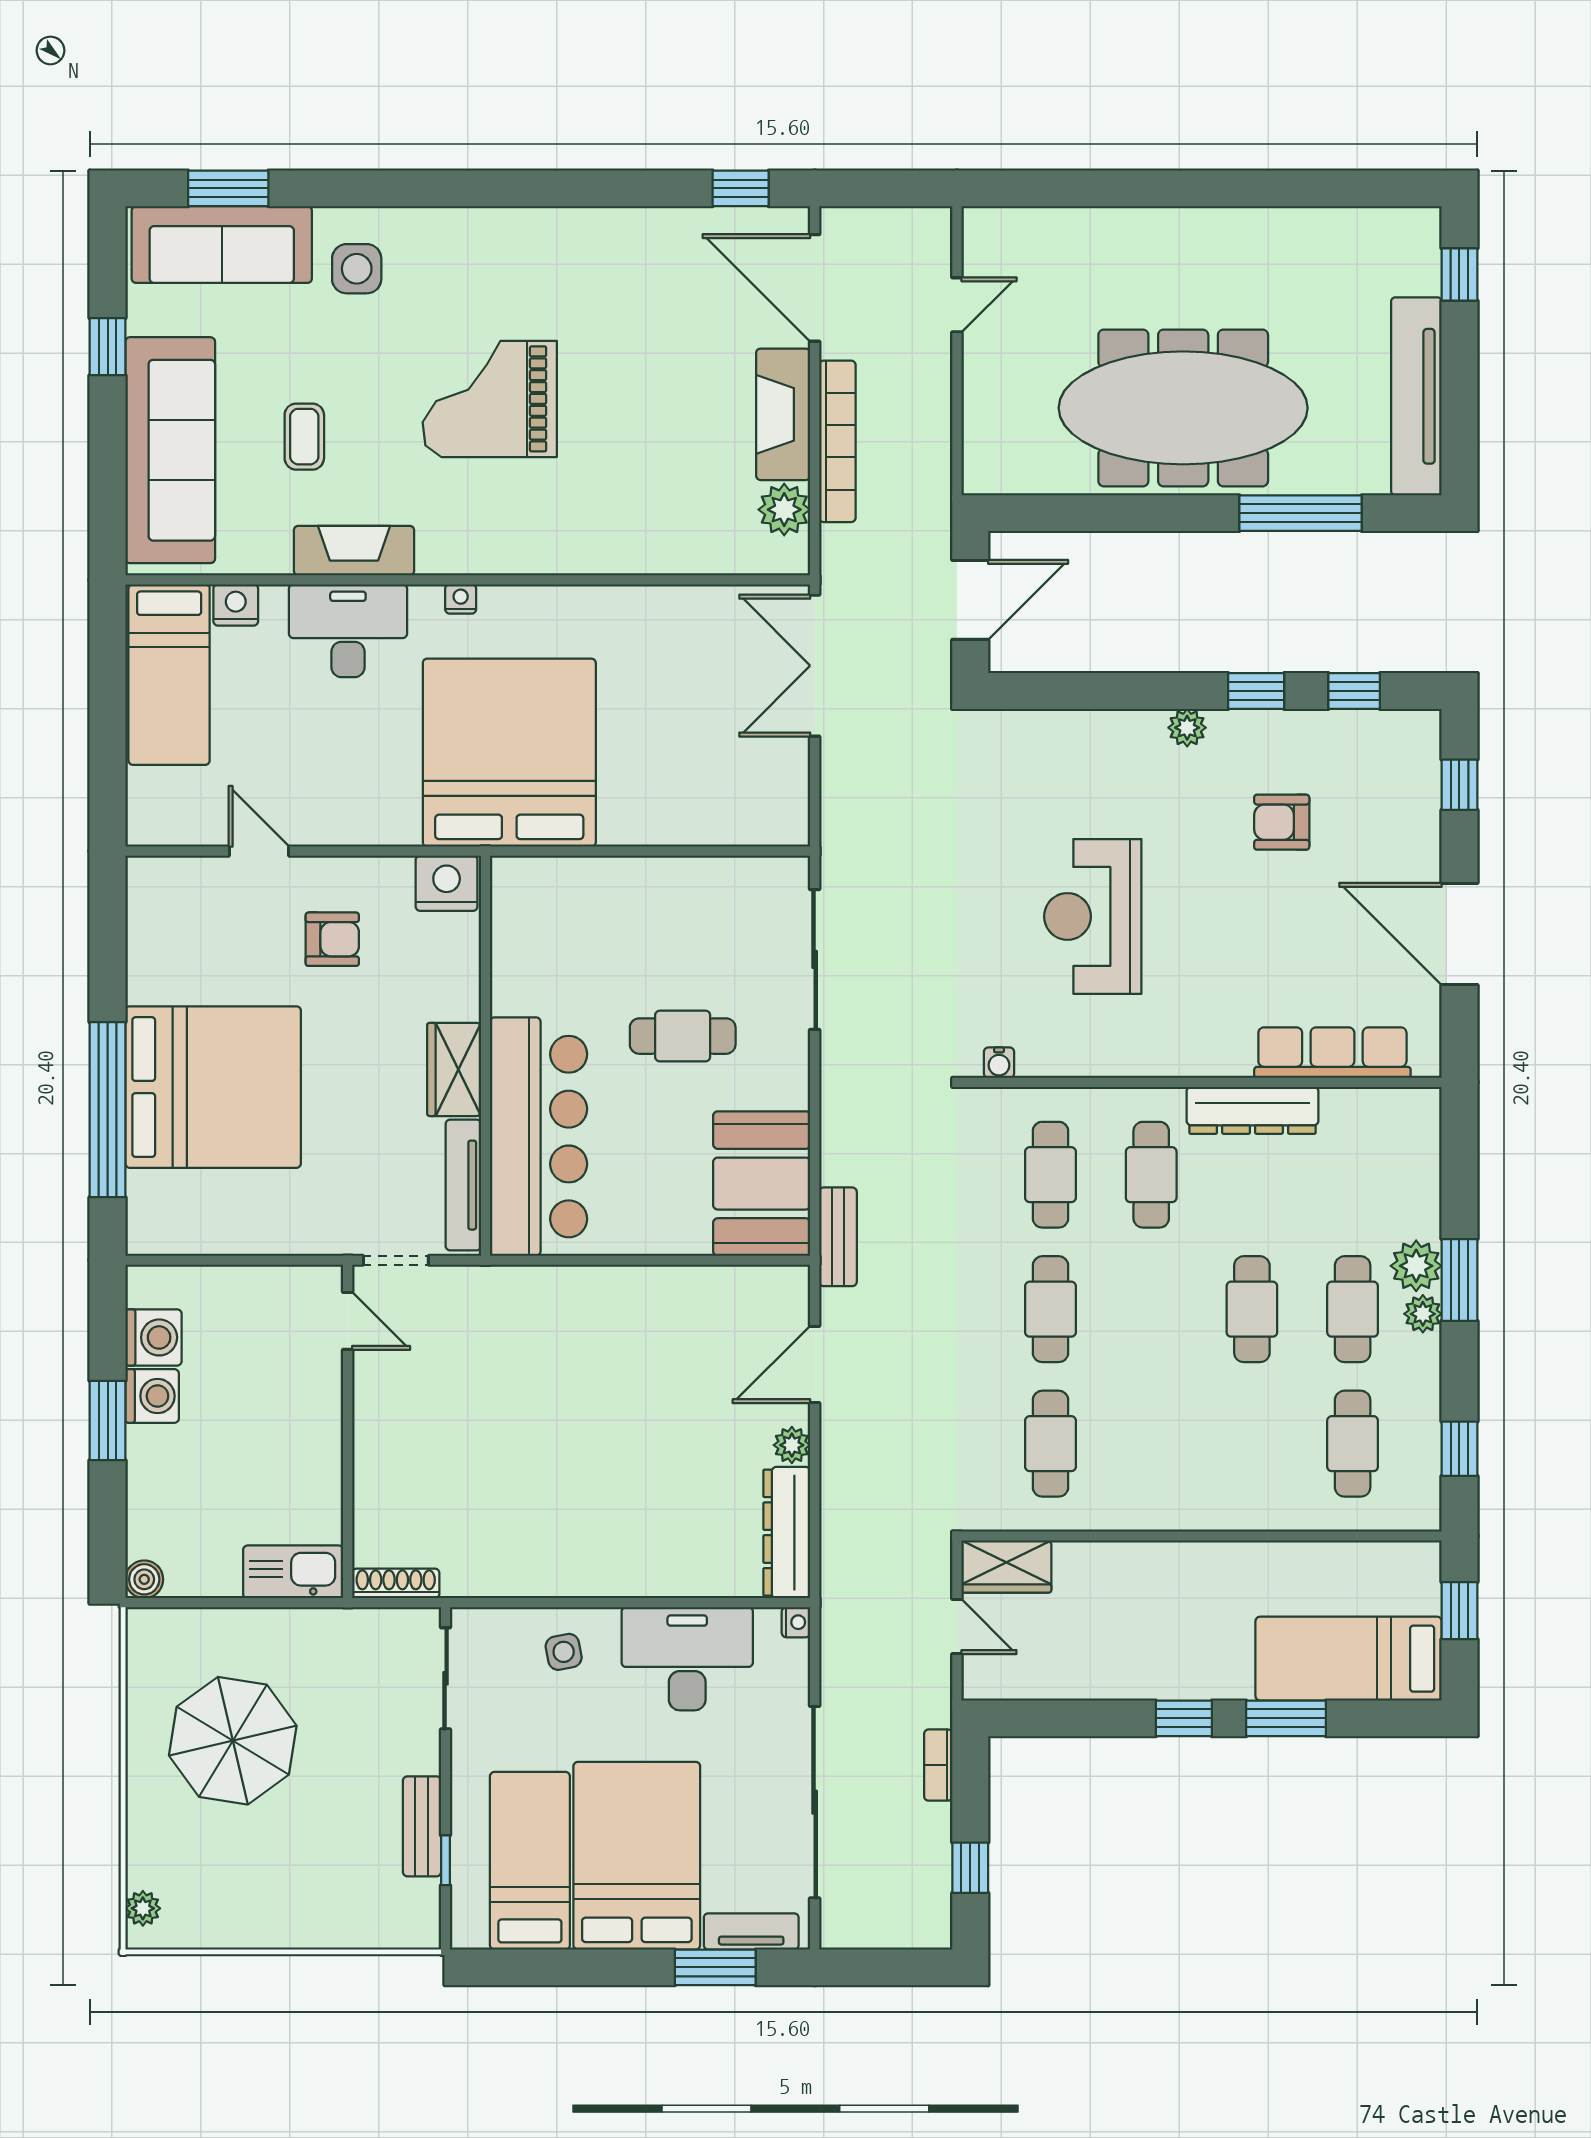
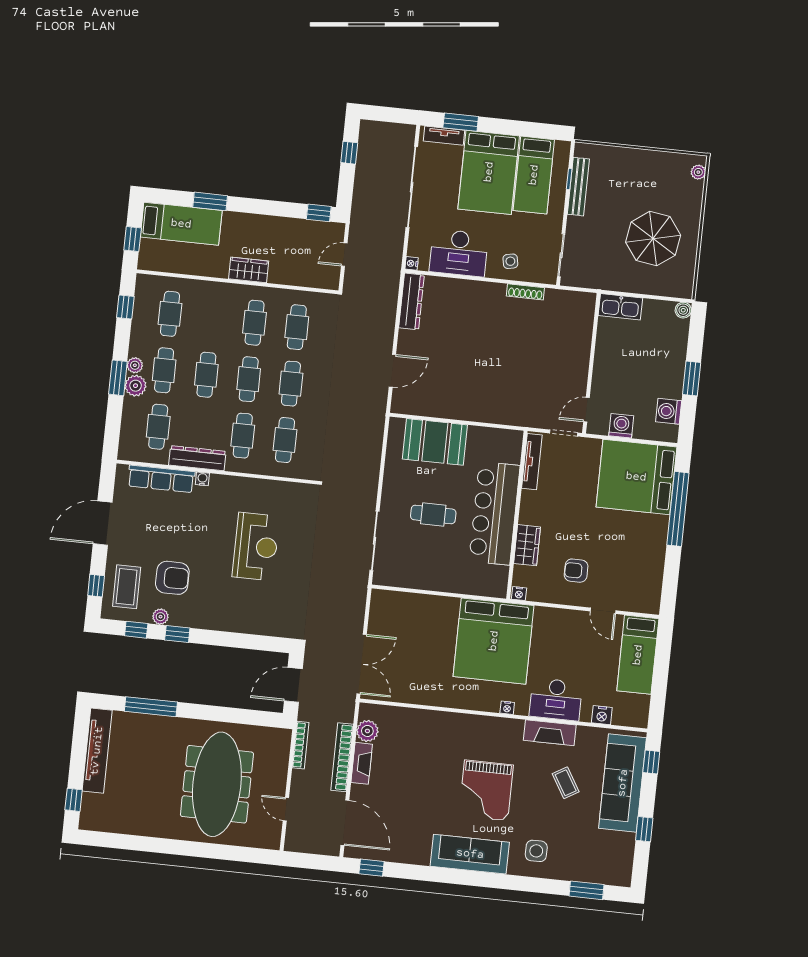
sofa: (222, 245) -> (470, 854), moved
door: (957, 305) -> (286, 809), hinge flipped
grand piano: (490, 399) -> (486, 790), turned 90
meeting table: (1183, 408) -> (217, 784), moved, turned 90
fireplace: (783, 414) -> (362, 763), width x0.73, depth x0.76
coffee table: (304, 437) -> (566, 783), turned -31
window: (108, 507) -> (651, 762), added
bed: (169, 675) -> (638, 655), moved, turned 180
plant: (1187, 728) -> (160, 617), moved
coffee table: (1387, 790) -> (127, 587), added
armchair: (1282, 822) -> (172, 578), width x1.38, depth x1.38
nightstand: (447, 883) -> (519, 594), width x0.53, depth x0.56
door: (1459, 934) -> (103, 523), swing flipped
water cooler: (999, 1063) -> (202, 479), moved
wardrobe: (454, 1069) -> (527, 545), moved
bed: (213, 1087) -> (636, 477), moved
bar counter: (539, 1137) -> (495, 513), moved
cafe table: (1353, 1175) -> (158, 427), added
booth: (762, 1184) -> (435, 442), moved, turned 90
bench: (838, 1237) -> (377, 423), removed
cafe table: (1151, 1309) -> (249, 379), added
door: (348, 1321) -> (586, 410), hinge flipped
washing machine: (152, 1396) -> (621, 426), moved, turned 90
cafe table: (1151, 1444) -> (255, 323), added
plant: (792, 1445) -> (405, 338), removed
wardrobe: (1006, 1567) -> (249, 270), moved
shoe rack: (396, 1583) -> (525, 292), moved
door: (957, 1627) -> (344, 255), hinge flipped
window: (1184, 1718) -> (319, 213), moved
bookcase: (938, 1765) -> (301, 745), moved, width x1.56
bench: (422, 1826) -> (578, 187), width x1.36

